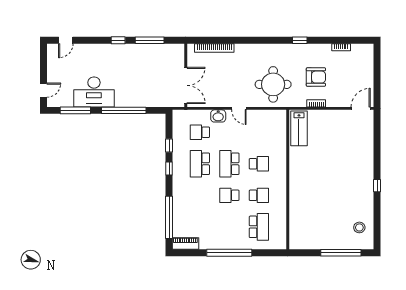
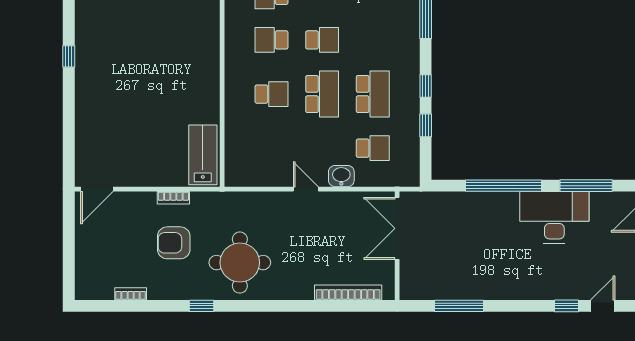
window: (118, 40) -> (566, 306), moved
round table: (273, 84) -> (240, 263), moved
school desk: (259, 164) -> (271, 94), turned 180

